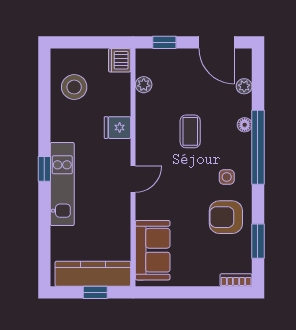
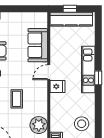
plant: (144, 85) -> (39, 125), width x1.87, depth x1.87
fridge: (117, 128) -> (57, 86), moved
sofa: (153, 250) -> (38, 45), moved

